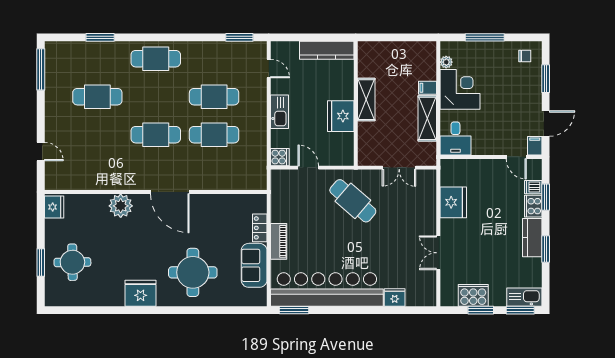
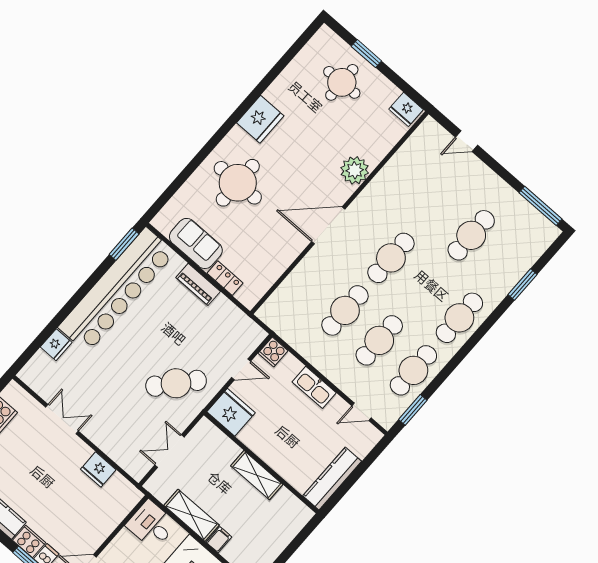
cafe table: (214, 59) -> (413, 370), added
fridge: (341, 116) -> (231, 412), moved
fridge: (453, 202) -> (98, 469), width x0.73, depth x0.75

